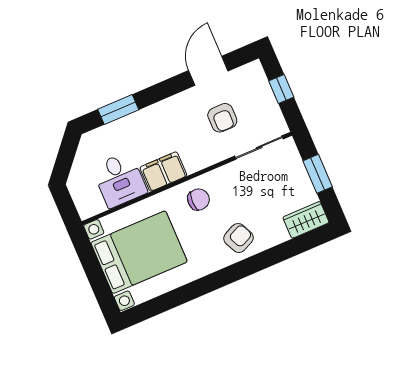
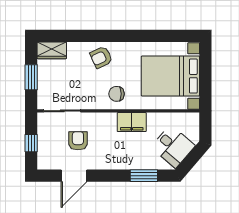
desk: (119, 180) -> (173, 146), moved, turned 131

